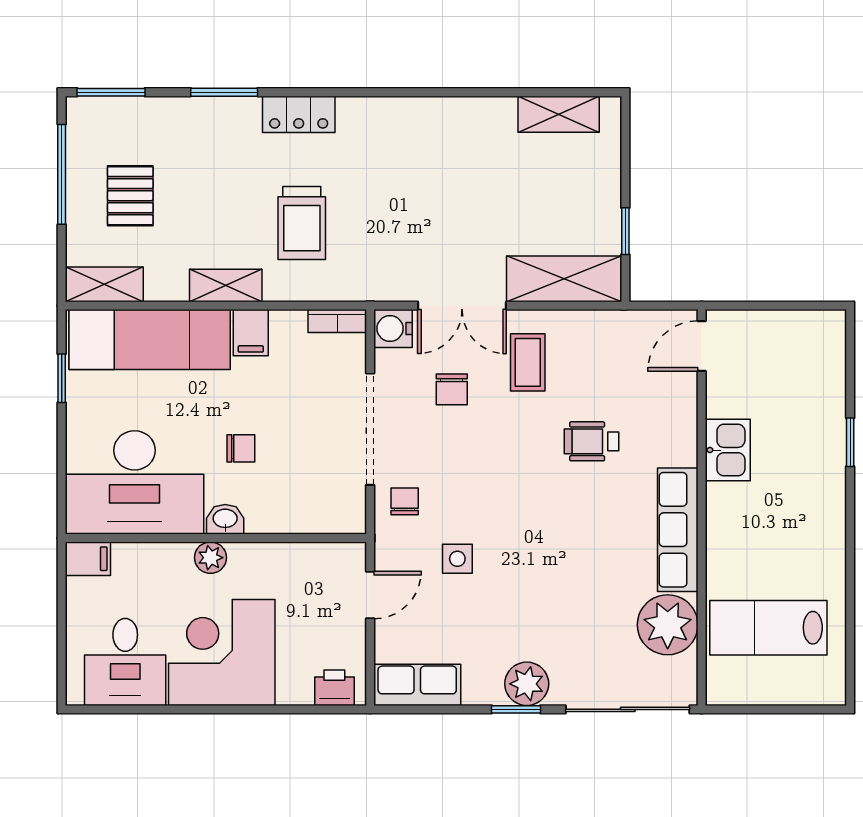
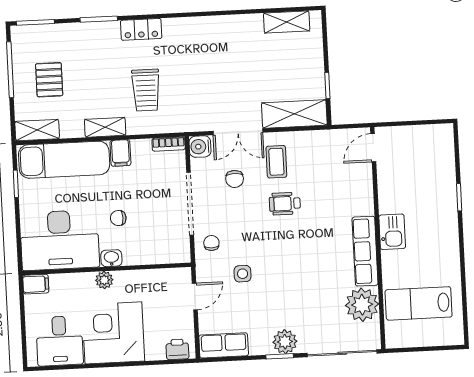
wheelchair: (591, 441) -> (285, 204), moved
chair: (241, 448) -> (118, 218), turned 180
kitchen sink: (728, 450) -> (392, 232), moved

